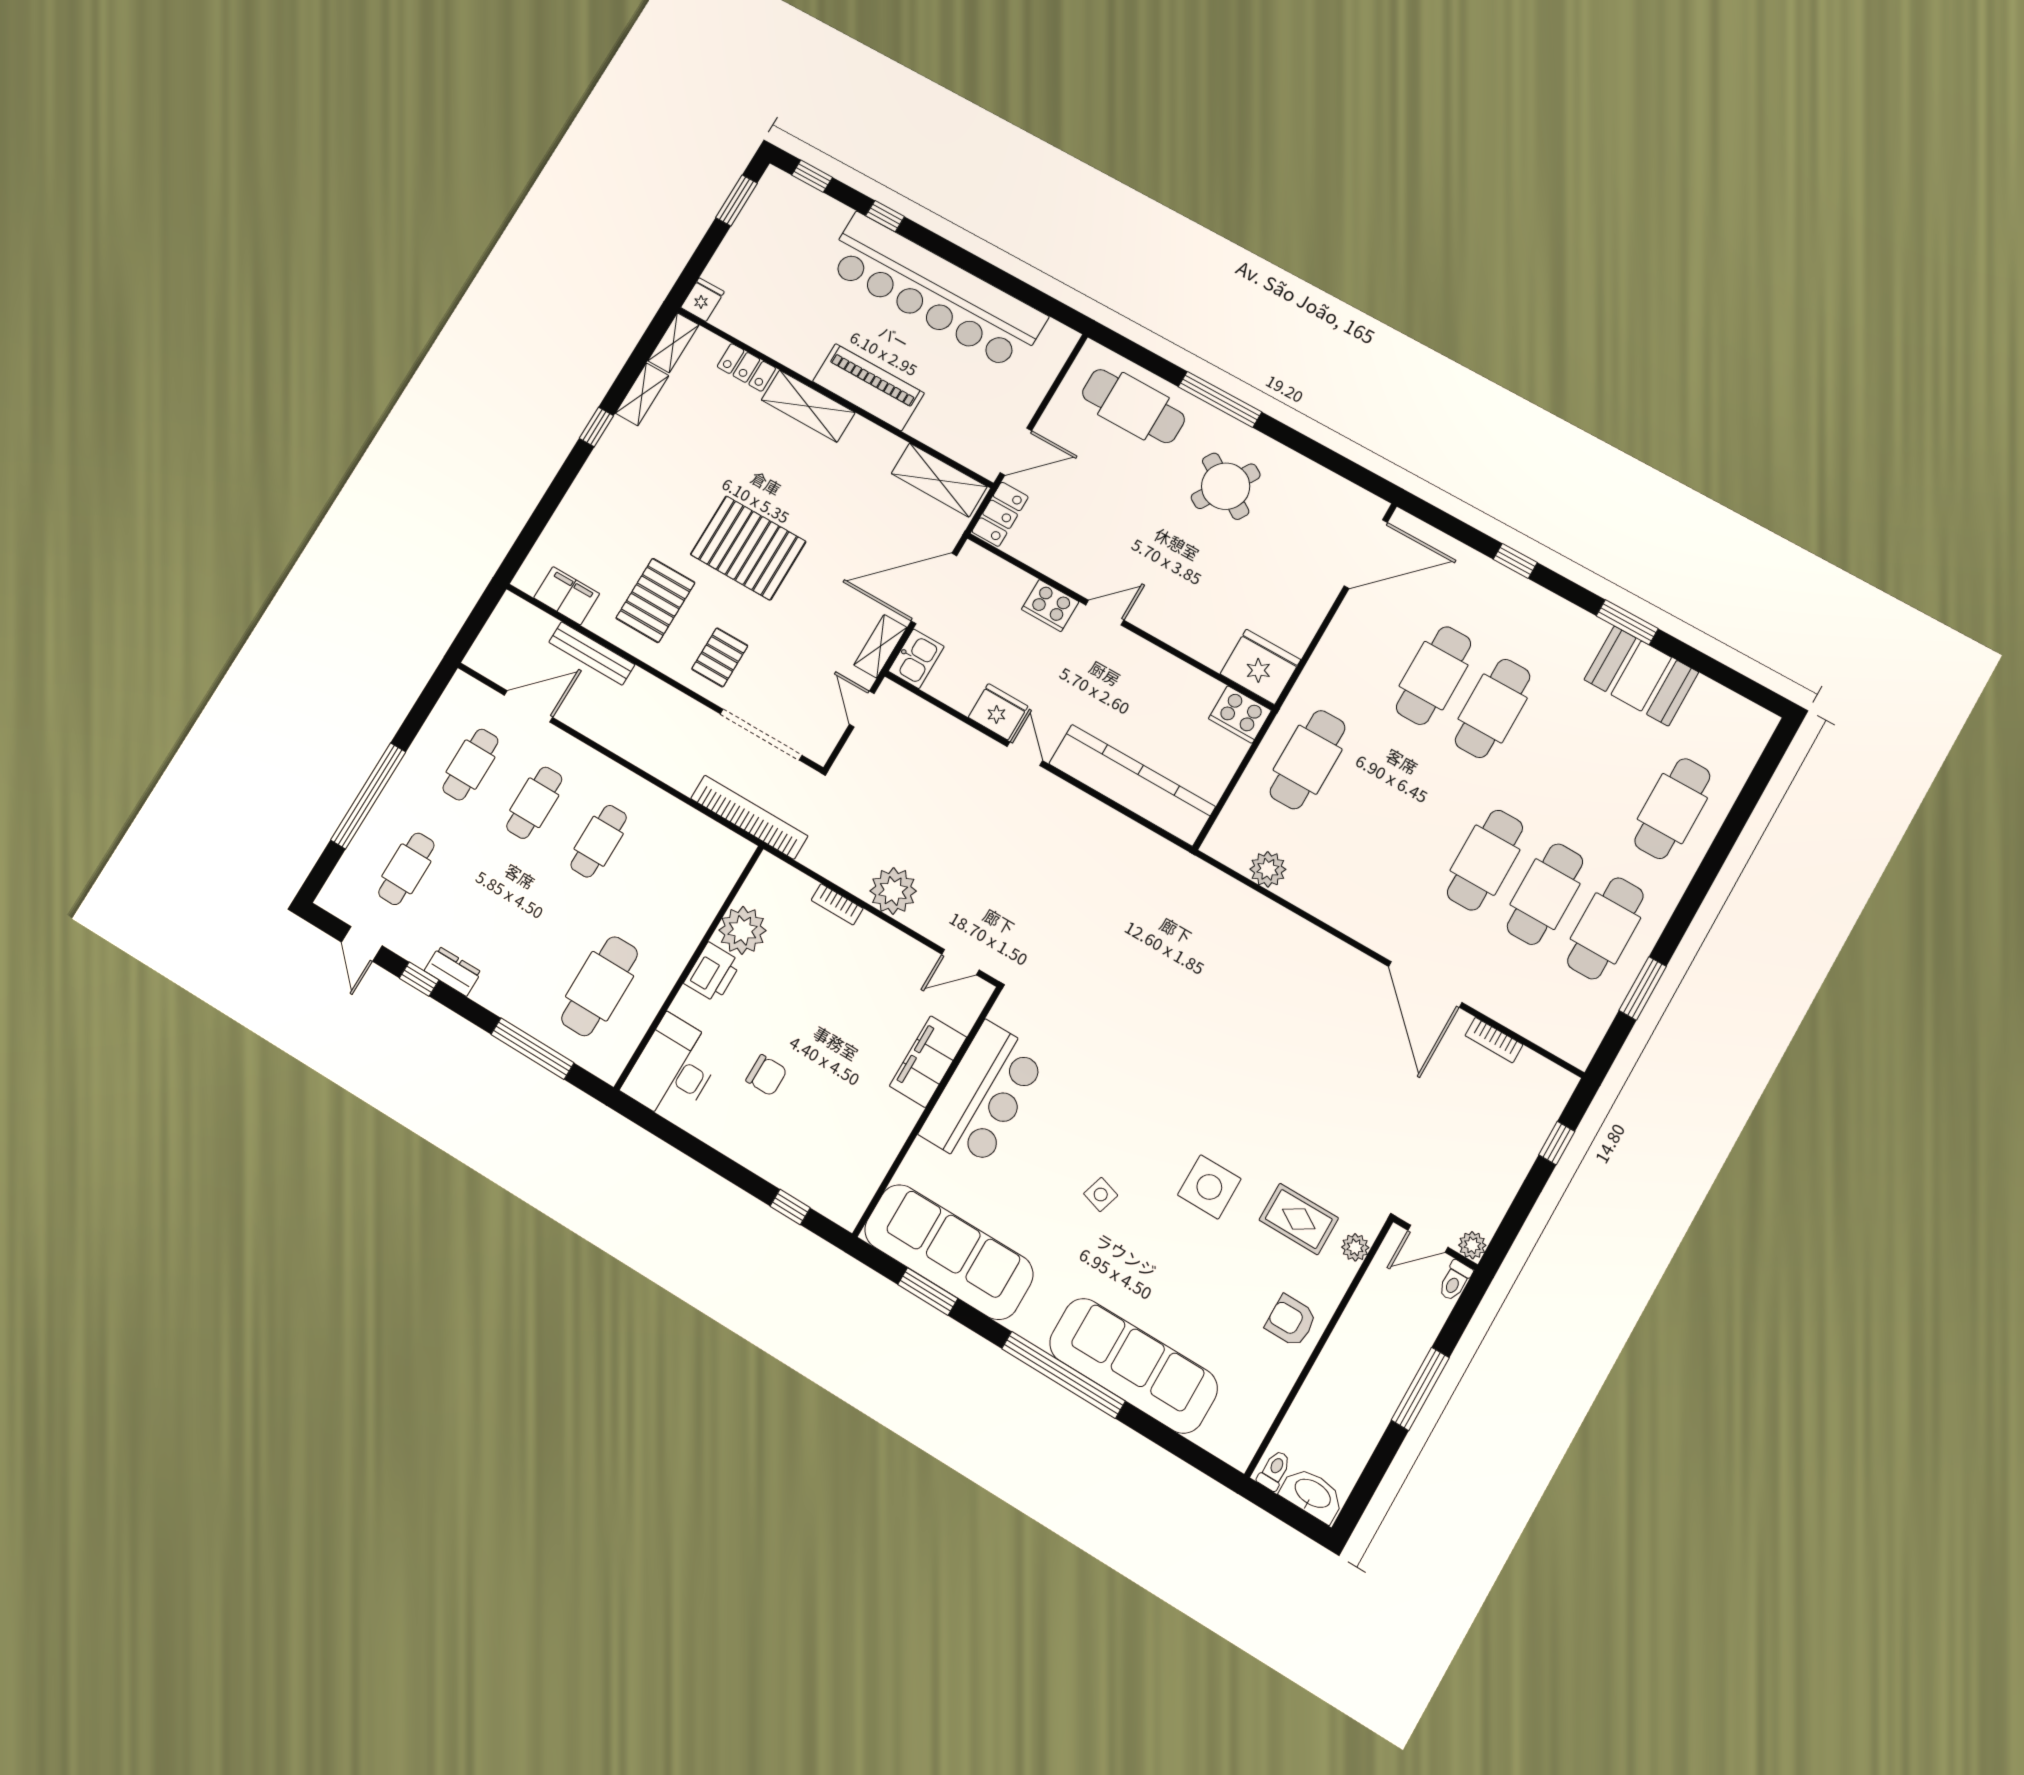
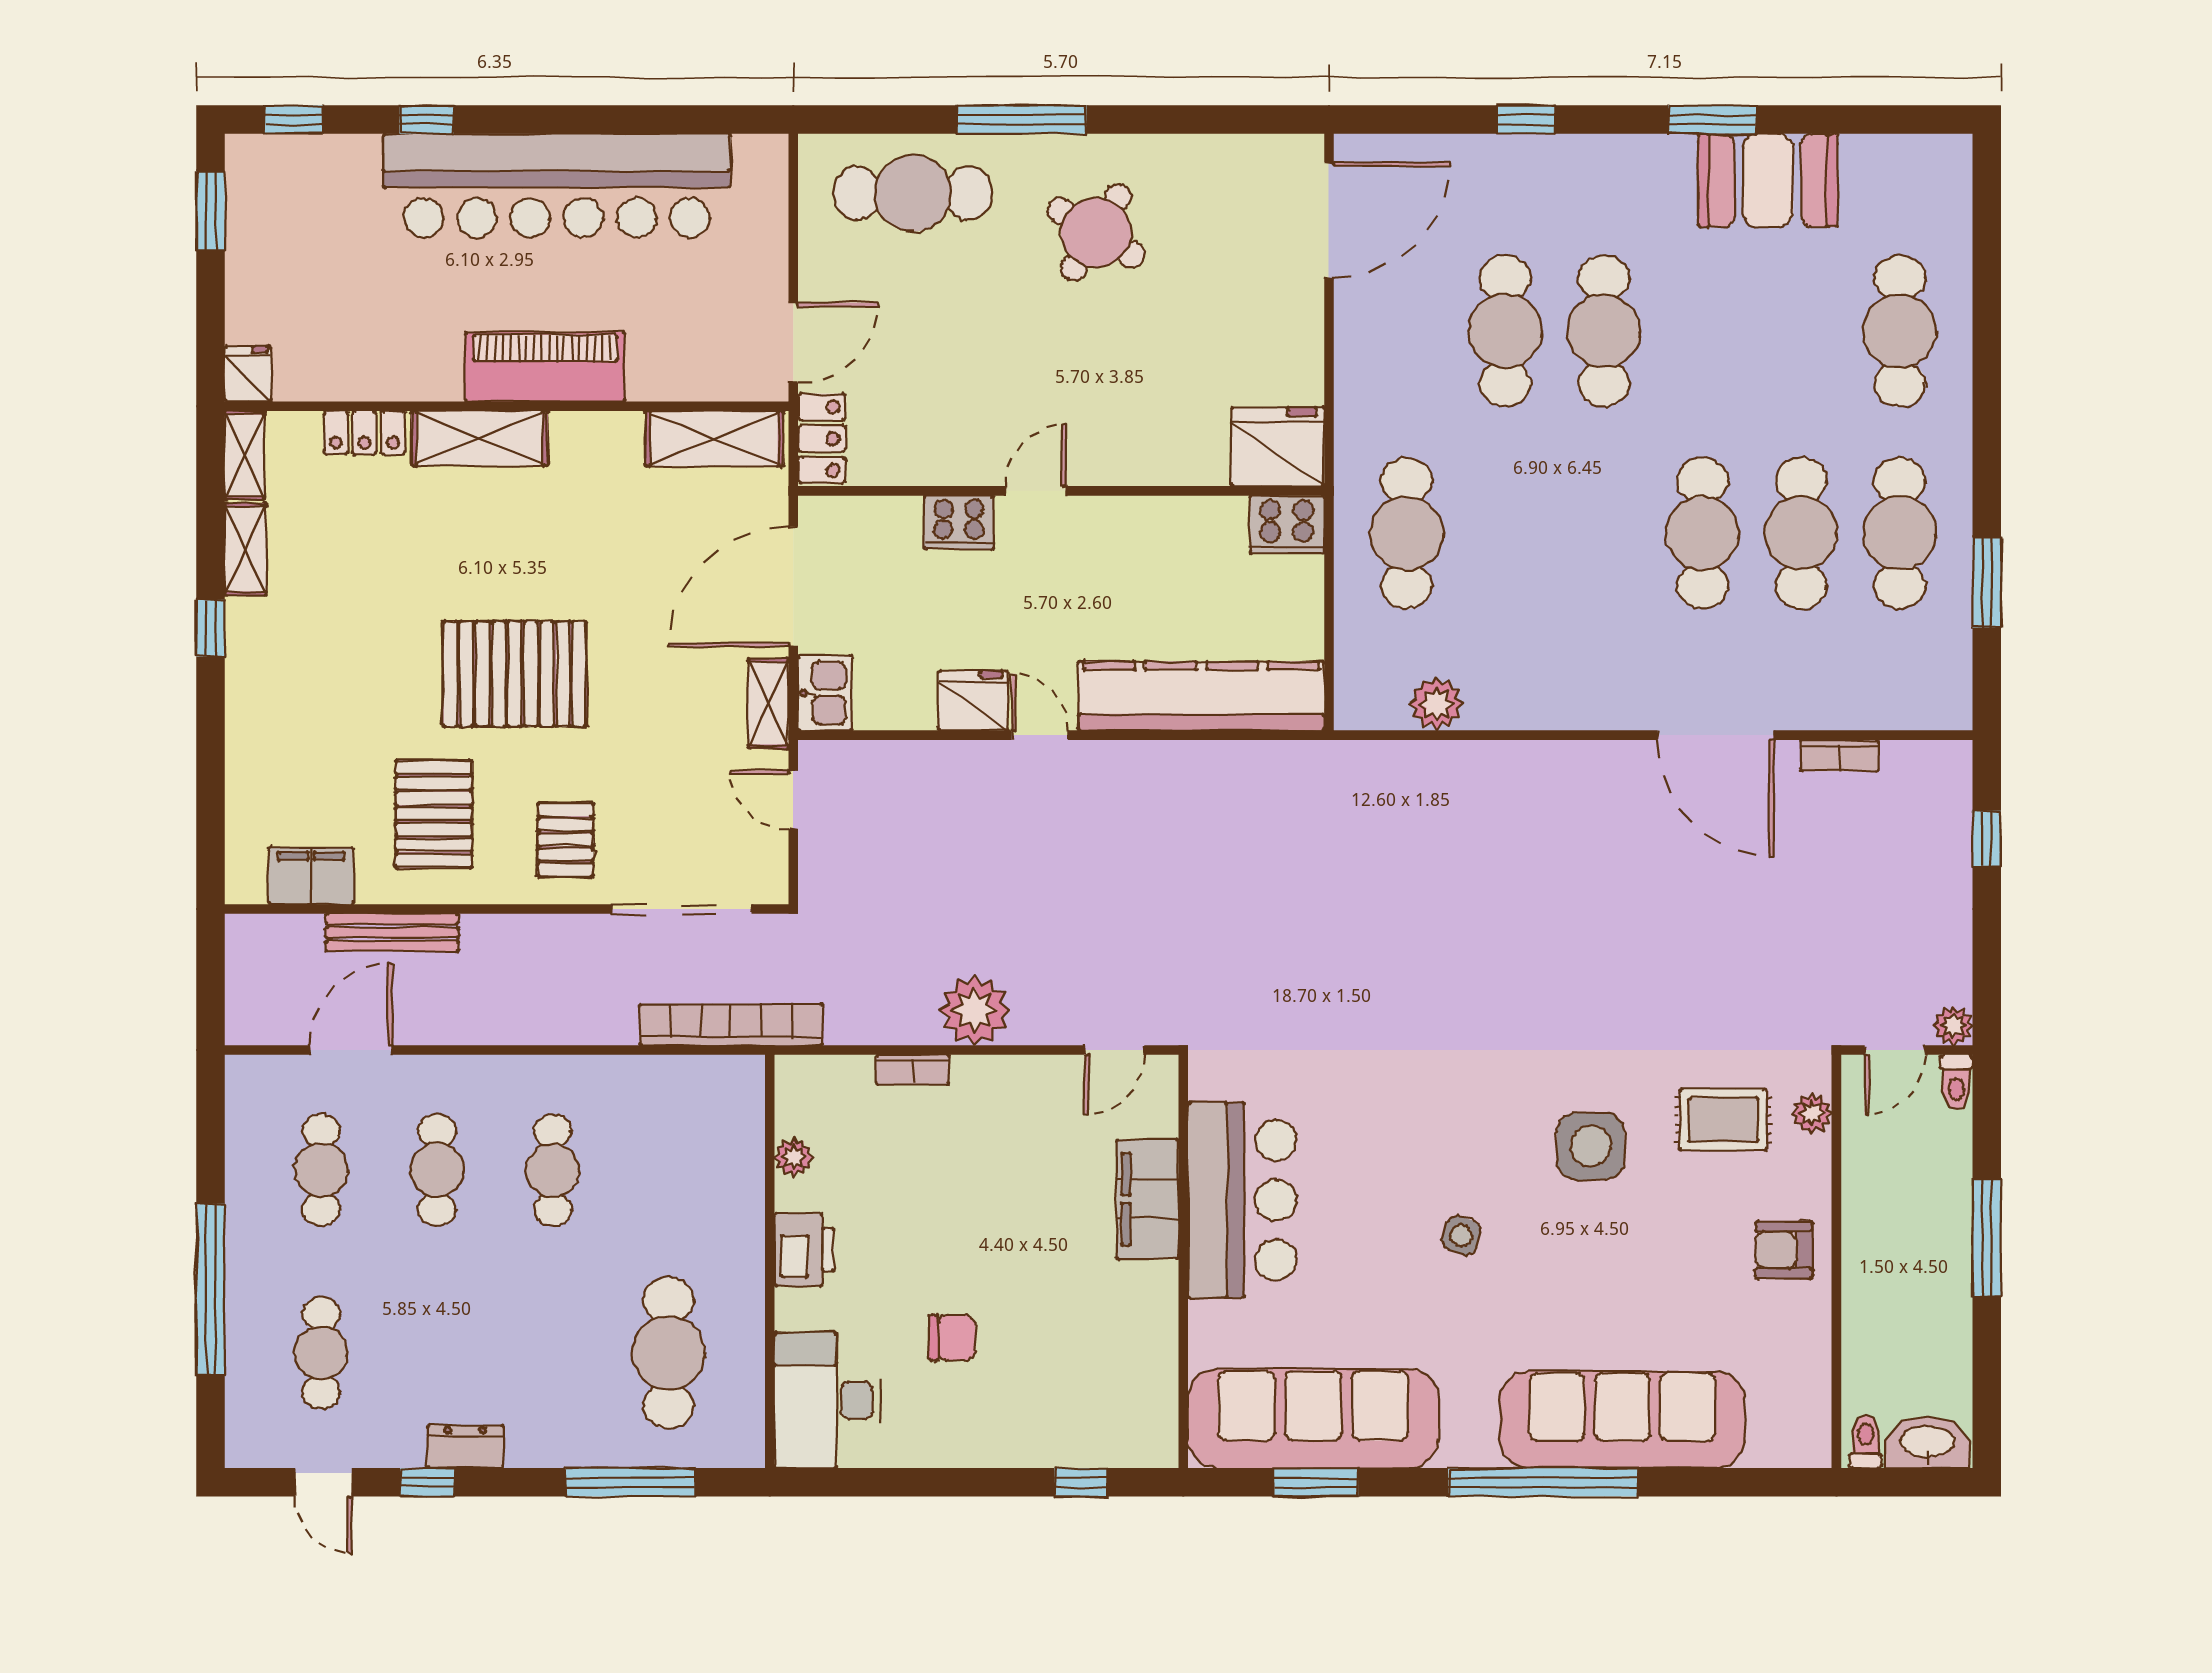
plant: (742, 930) -> (794, 1157), width x0.53, depth x0.53

